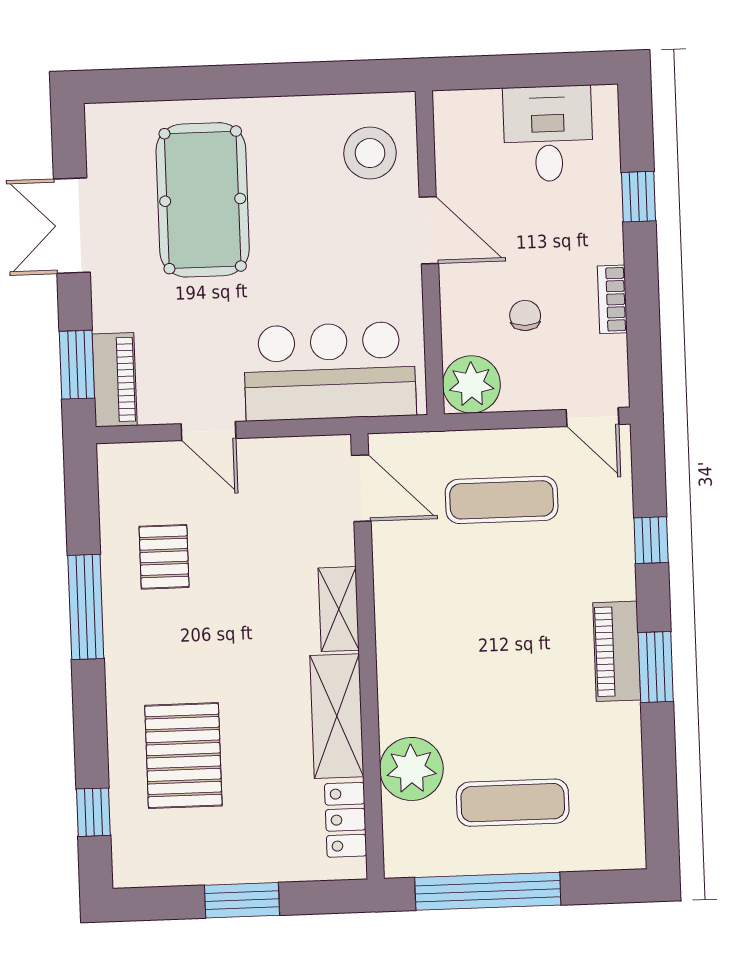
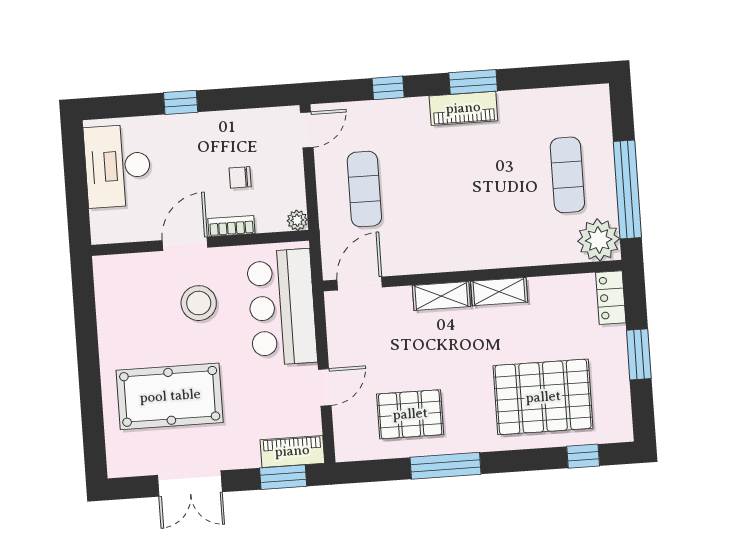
desk: (548, 134) -> (118, 166), width x1.37
stool: (370, 153) -> (199, 303), moved
window: (638, 197) -> (181, 102), moved
bookcase: (612, 299) -> (231, 226), moved, turned 180
plant: (471, 384) -> (297, 220), width x0.53, depth x0.53
pallet: (164, 557) -> (410, 414), width x1.50, depth x1.42
shelving: (337, 716) -> (499, 292), width x0.67, depth x0.75
pallet: (183, 756) -> (543, 397), width x1.37, depth x1.41
plant: (411, 769) -> (599, 240), moved
locker: (346, 820) -> (611, 298), moved, turned 90

